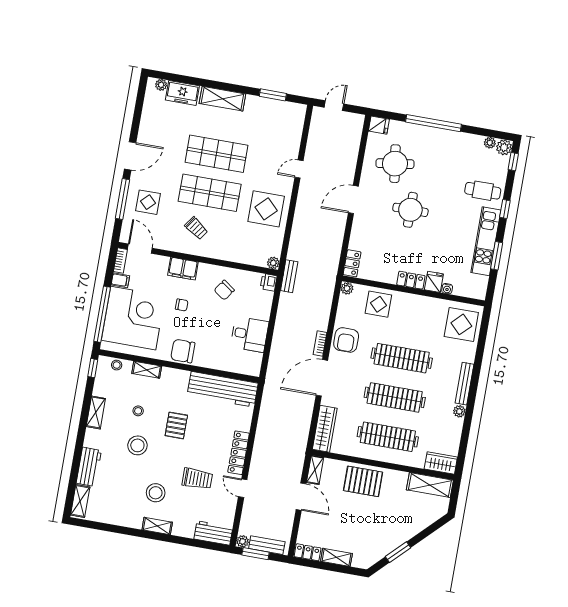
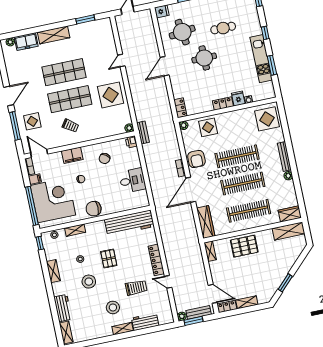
cafe table: (483, 191) -> (223, 28), moved
door: (301, 497) -> (213, 294), moved
workbench: (213, 533) -> (145, 322), moved

